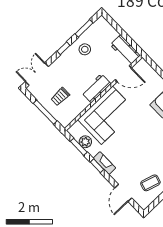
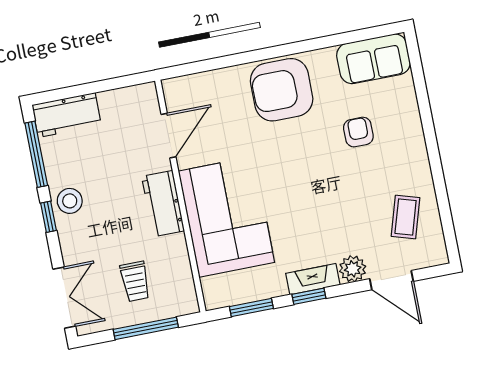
window: (84, 28) -> (36, 154), width x1.44
stool: (85, 49) -> (70, 201), moved
workbench: (125, 50) -> (67, 115), moved
double door: (37, 74) -> (64, 298), swing flipped
plant: (85, 142) -> (353, 269), moved

